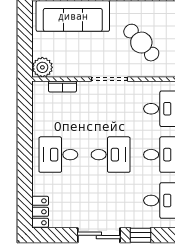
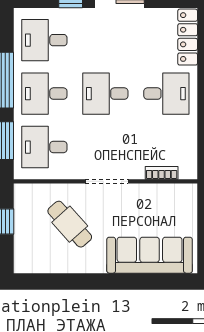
plant: (42, 67) -> (185, 195), removed
locker: (40, 212) -> (188, 37), width x1.53

